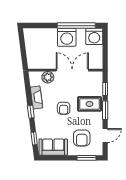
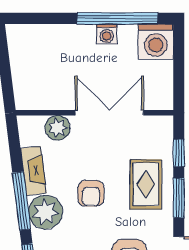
washing machine: (67, 37) -> (107, 34), width x0.53, depth x0.53
rug: (89, 104) -> (146, 184), turned 90
window: (31, 112) -> (21, 201), width x2.17
plant: (42, 117) -> (45, 212), added

